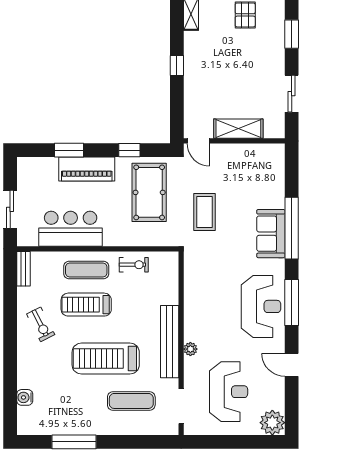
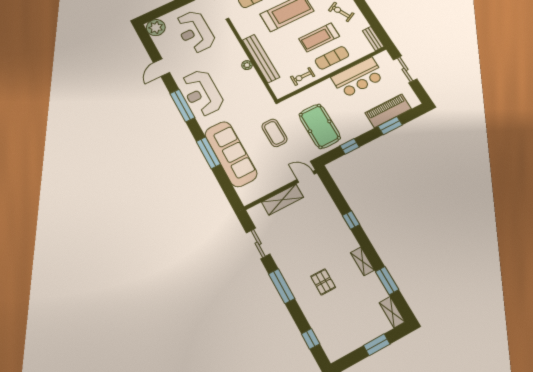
window: (292, 34) -> (282, 286), width x1.44
piano: (87, 169) -> (388, 111), moved
window: (292, 228) -> (208, 153), width x0.68
sofa: (271, 234) -> (231, 154), width x1.85, depth x1.27
treadmill: (86, 305) -> (319, 37), turned 180
bench: (170, 342) -> (261, 59), moved
plant: (190, 349) -> (247, 65), moved
door: (292, 365) -> (162, 68), swing flipped

